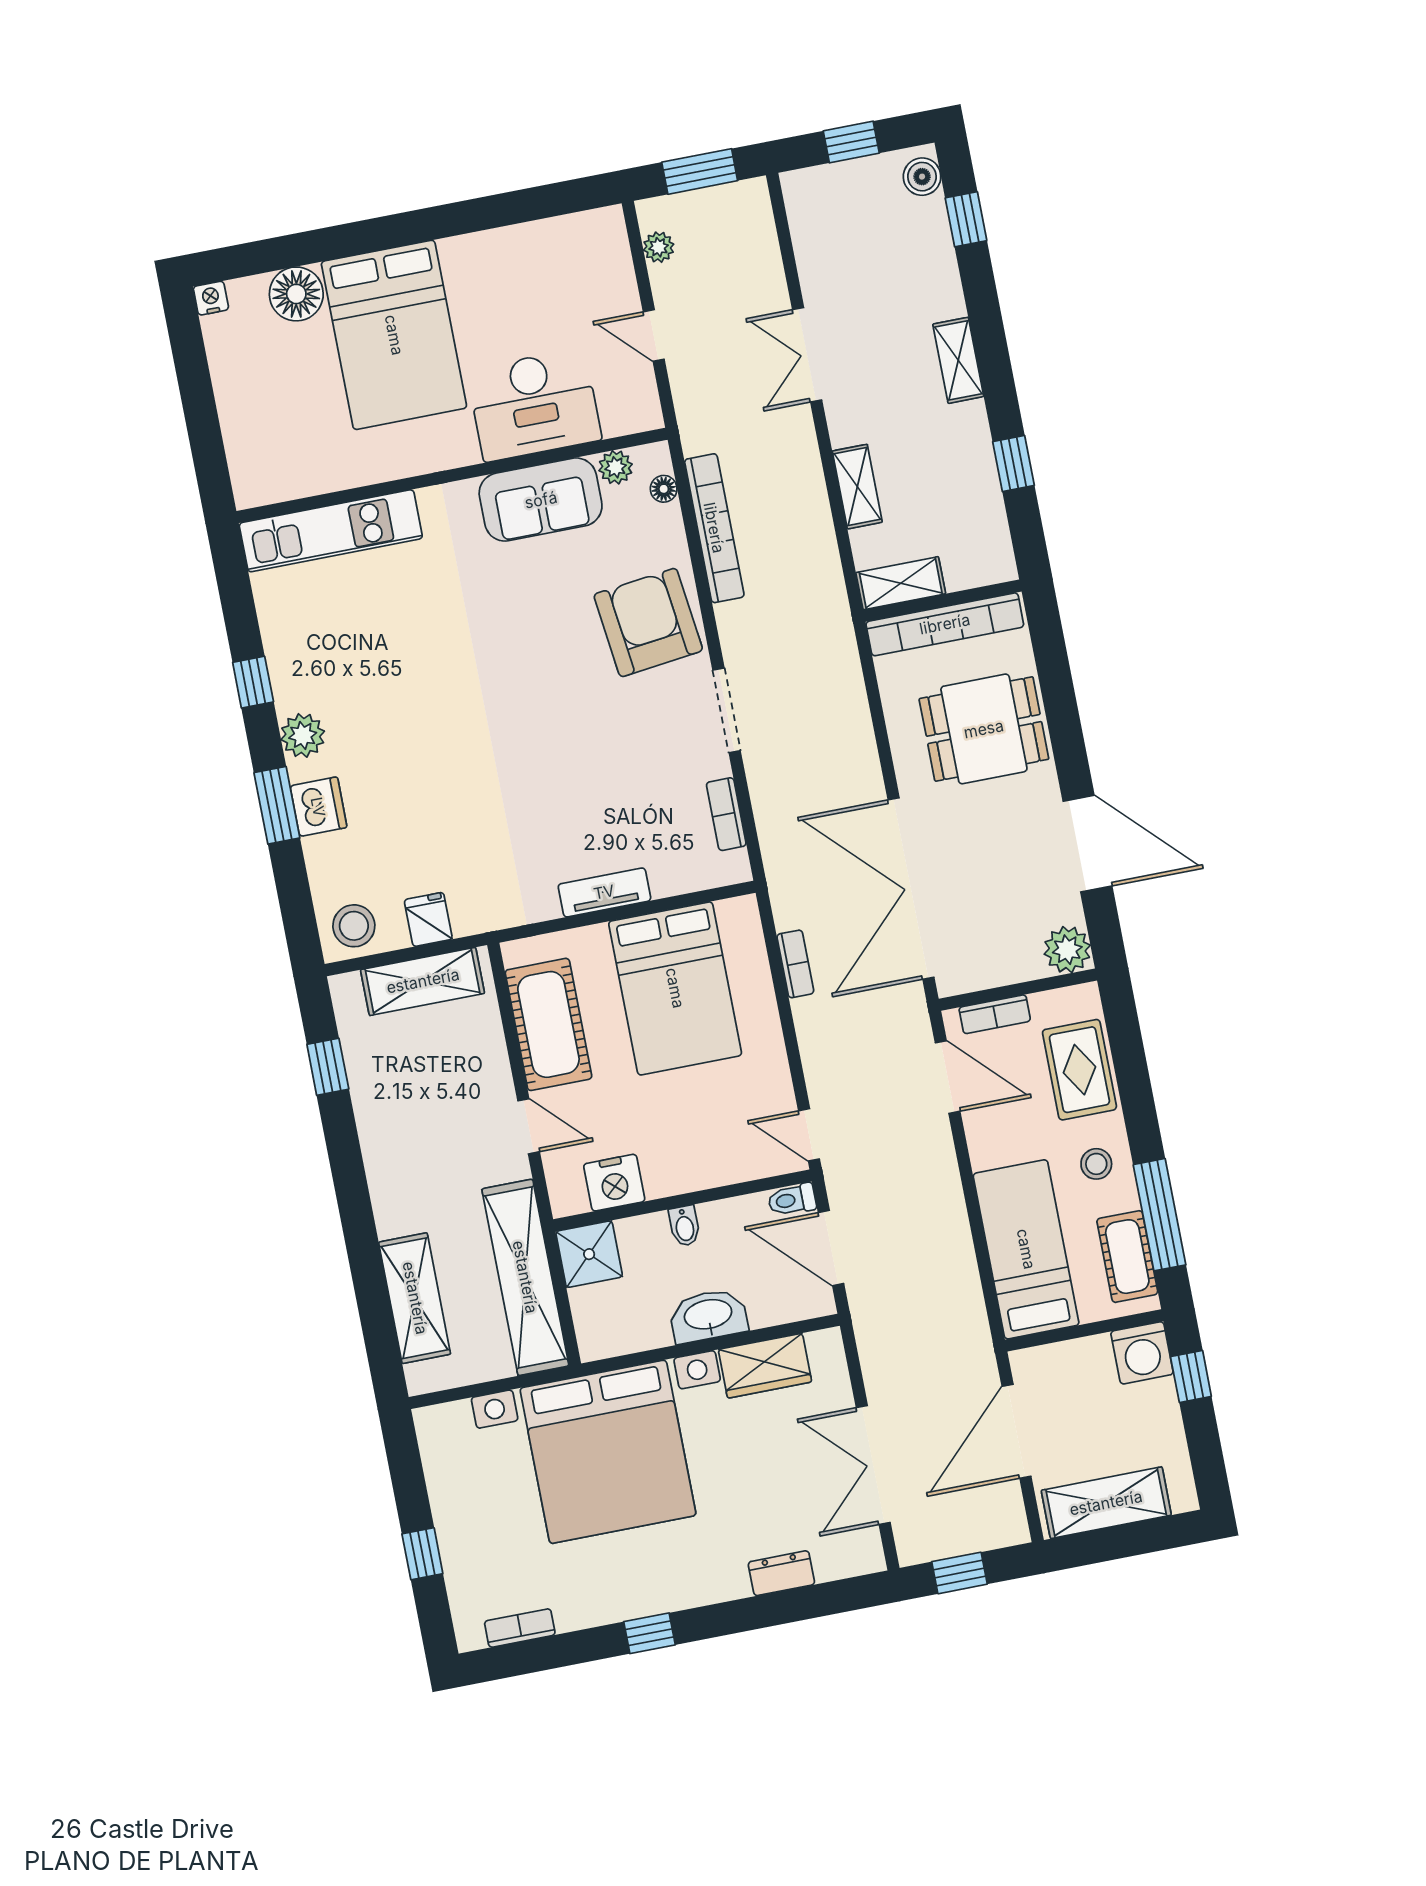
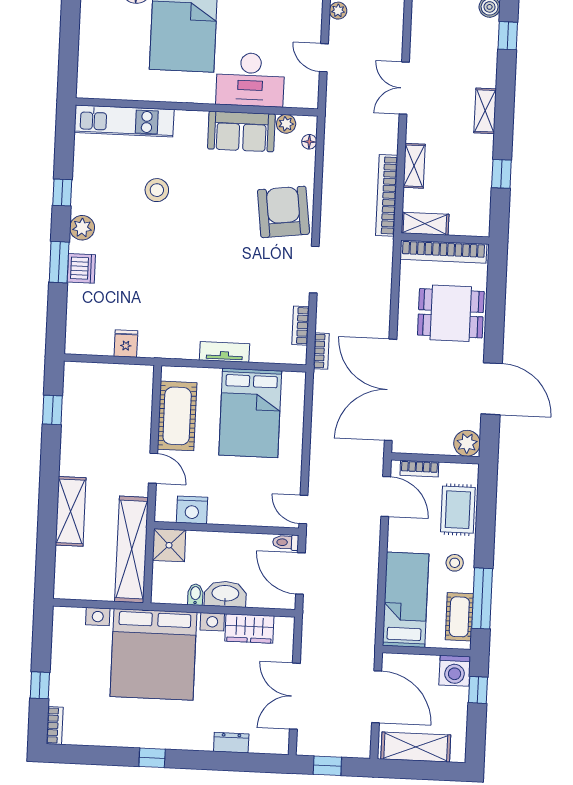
bookcase: (714, 528) -> (387, 195), moved, turned 180
stool: (354, 926) -> (157, 190), moved
bookcase: (795, 964) -> (321, 351), moved
shelving: (423, 981) -> (115, 376), removed
bidet: (684, 1226) -> (195, 595), moved, turned 180
shelving: (415, 1298) -> (71, 511), moved
door: (1016, 1431) -> (377, 697), swing flipped
bookcase: (520, 1628) -> (55, 725), moved, turned 90

